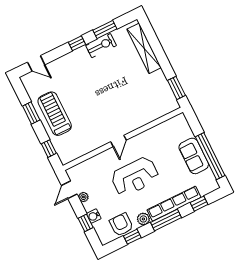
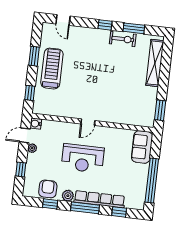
sofa: (194, 156) -> (142, 147), moved
water cooler: (94, 216) -> (36, 124), moved

